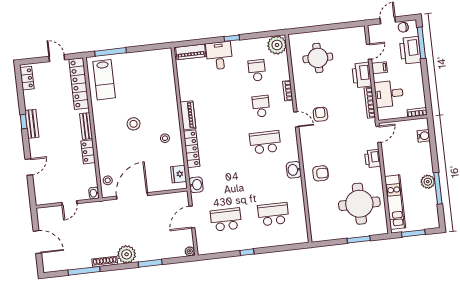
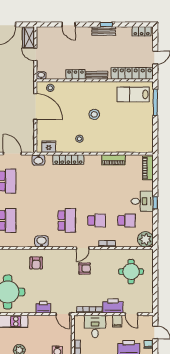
desk: (219, 56) -> (142, 201), moved
piano: (188, 115) -> (113, 160), moved
wardrobe: (50, 214) -> (28, 38), added

